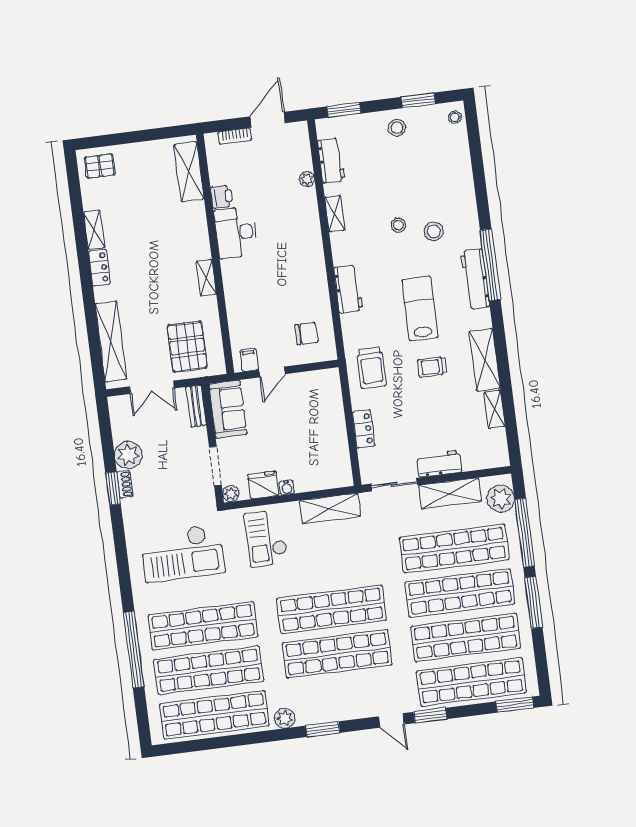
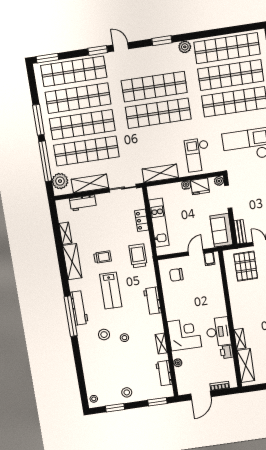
corner desk: (294, 229) -> (184, 334), added
shelving: (206, 278) -> (240, 339), moved
kitchen unit: (334, 424) -> (159, 223), added
workbench: (439, 464) -> (83, 203), moved
checkout: (266, 538) -> (198, 155), turned 180

